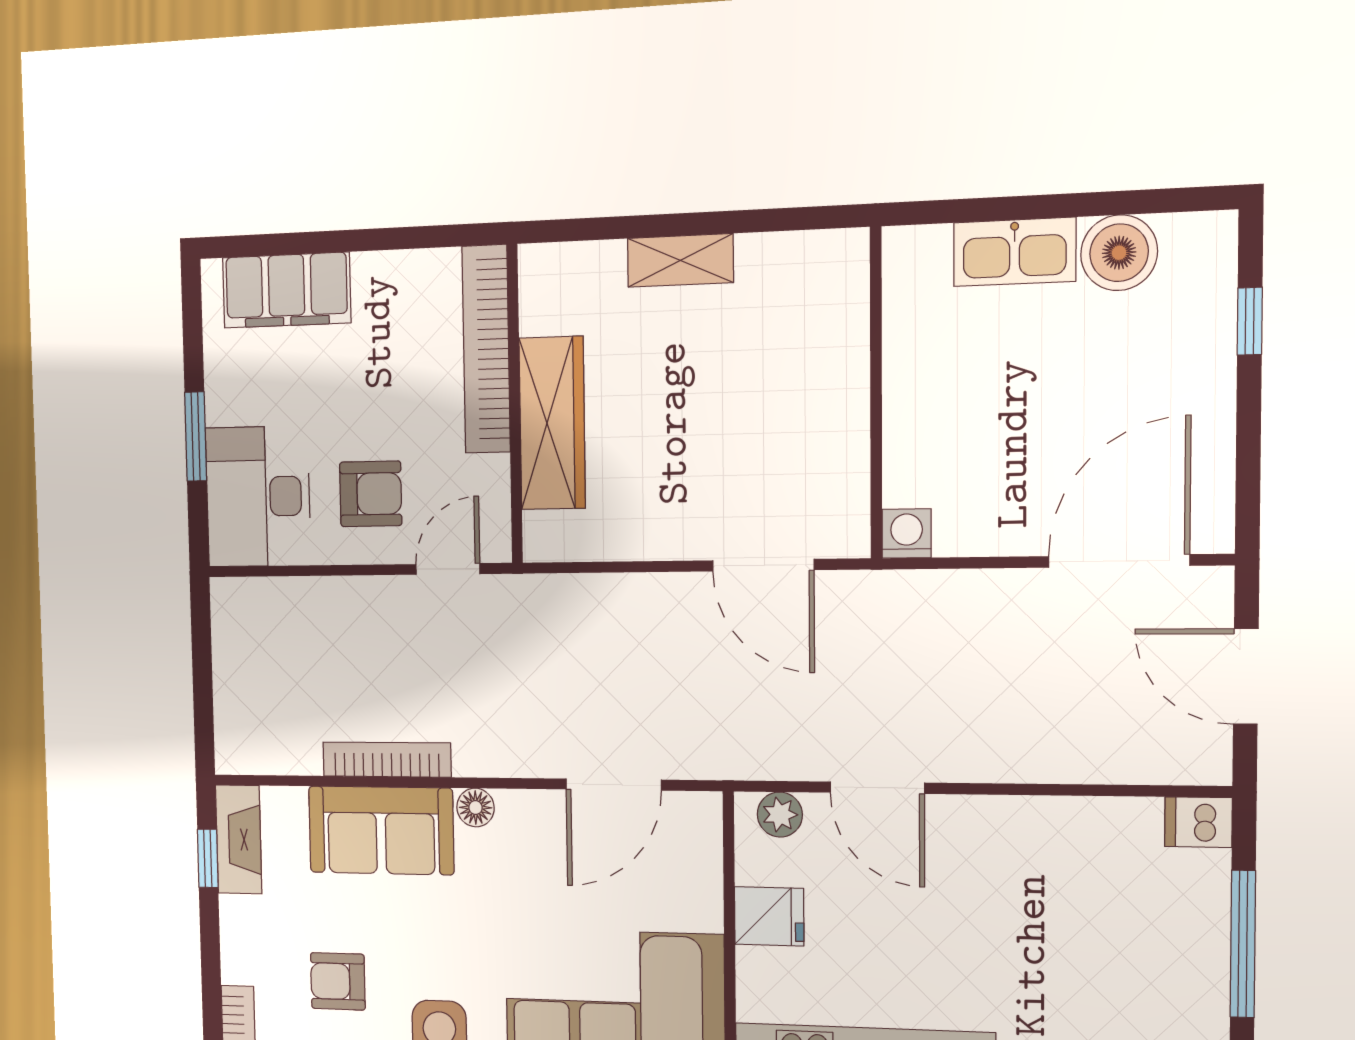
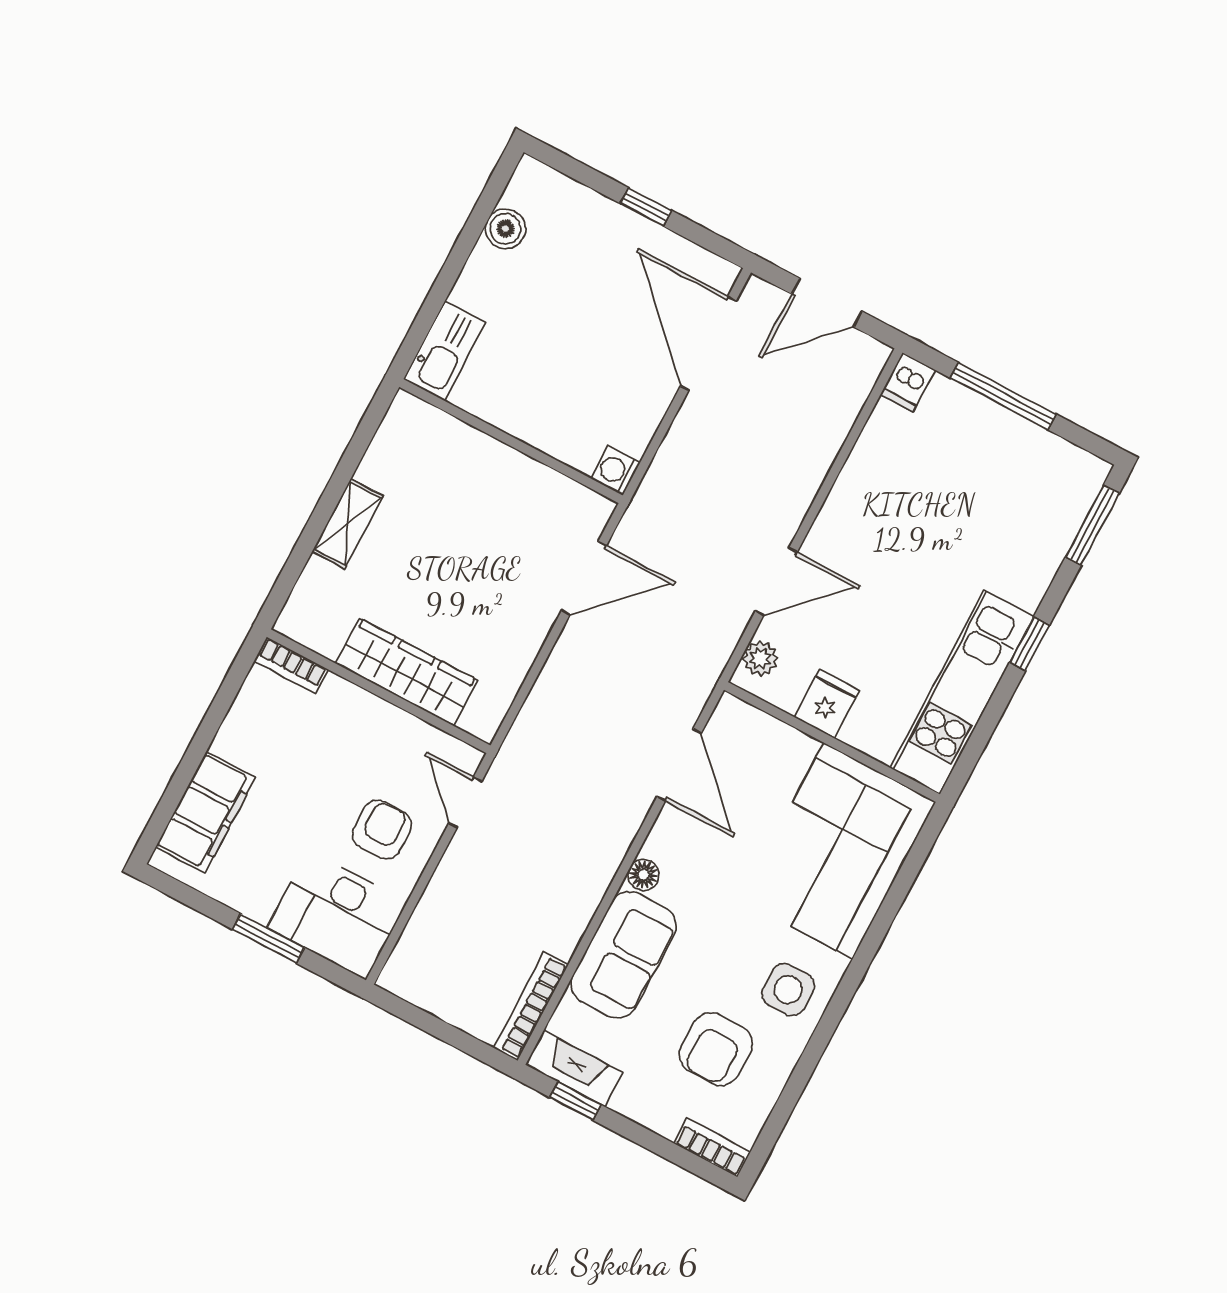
kitchen sink: (1015, 252) -> (445, 351), moved
boiler: (1119, 253) -> (505, 229), width x0.73, depth x0.73
window: (1250, 321) -> (646, 207), moved
bookcase: (486, 349) -> (291, 665), width x0.43, depth x0.76
bookcase: (387, 760) -> (531, 1006), moved
armchair: (338, 981) -> (716, 1049), width x1.38, depth x1.38

